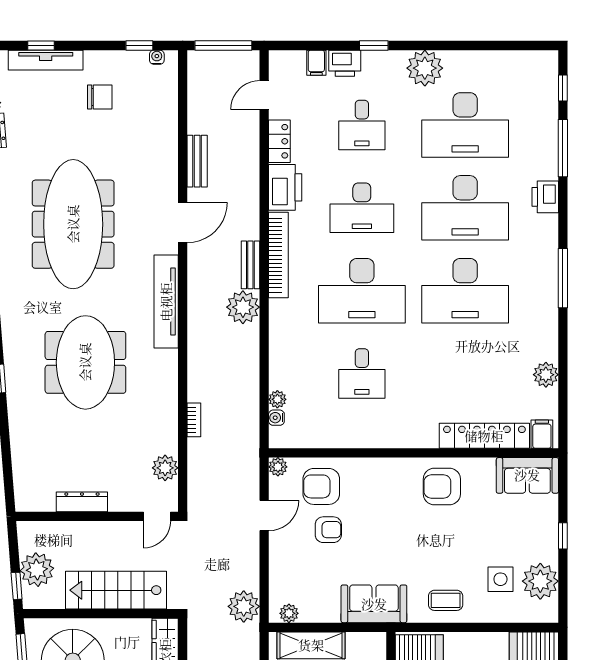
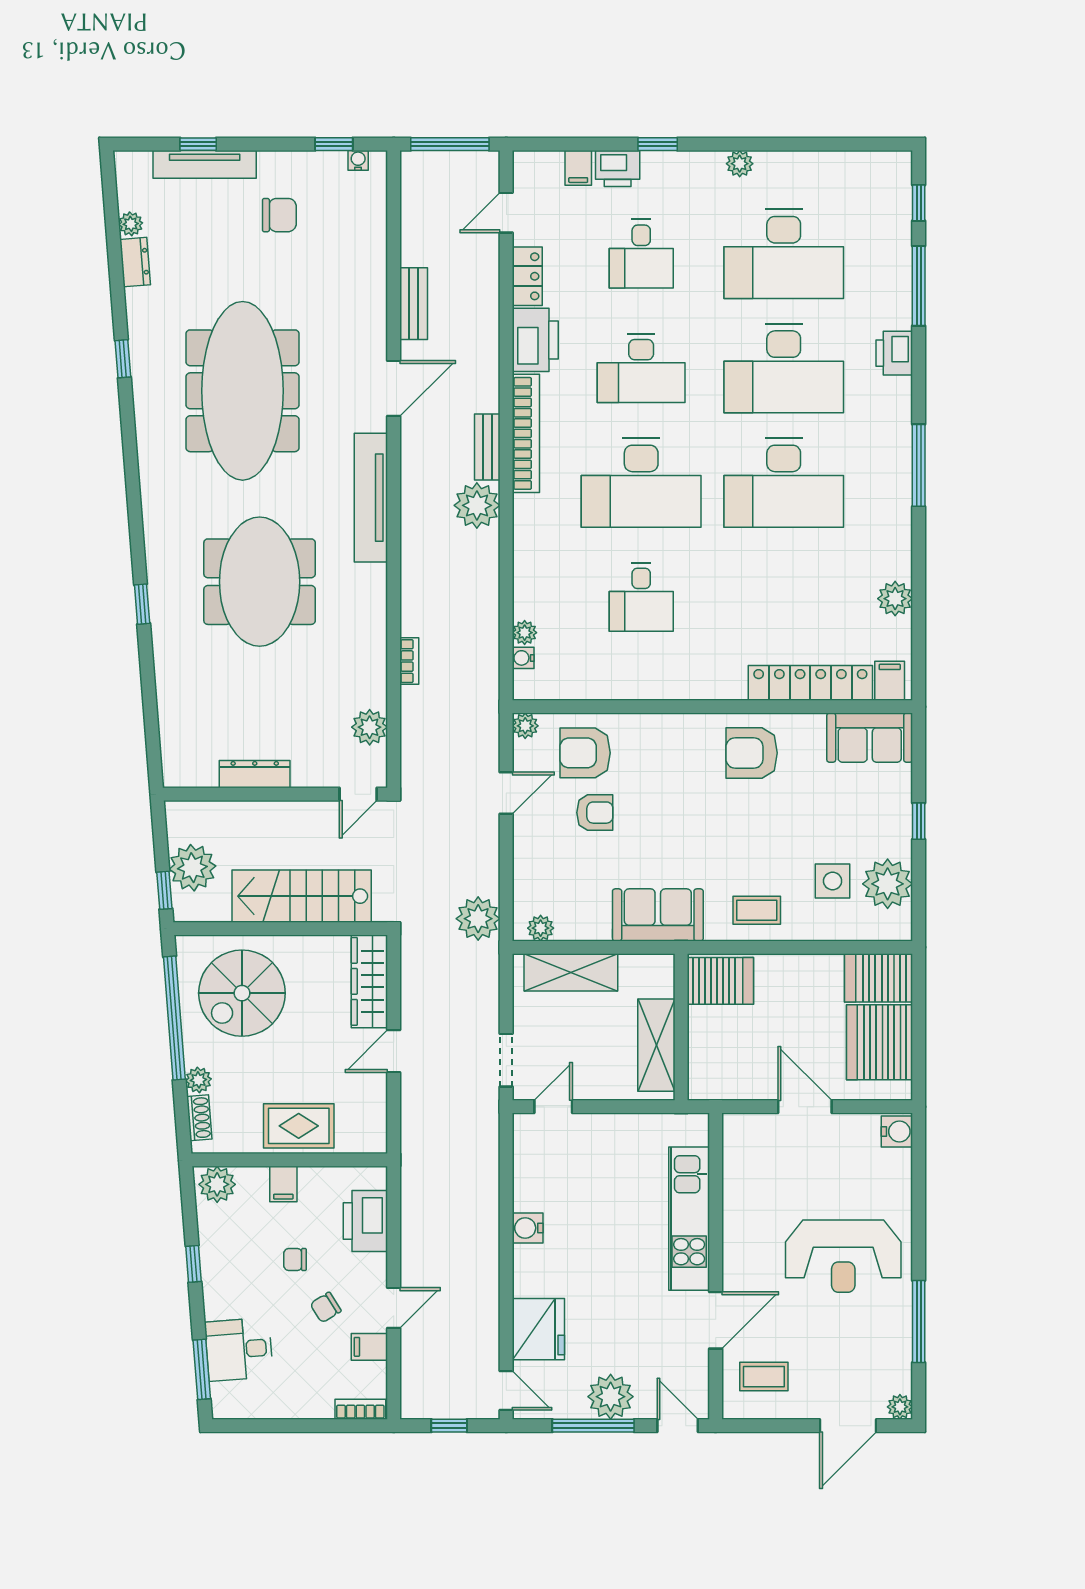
plant: (425, 68) -> (740, 164), width x0.53, depth x0.53

